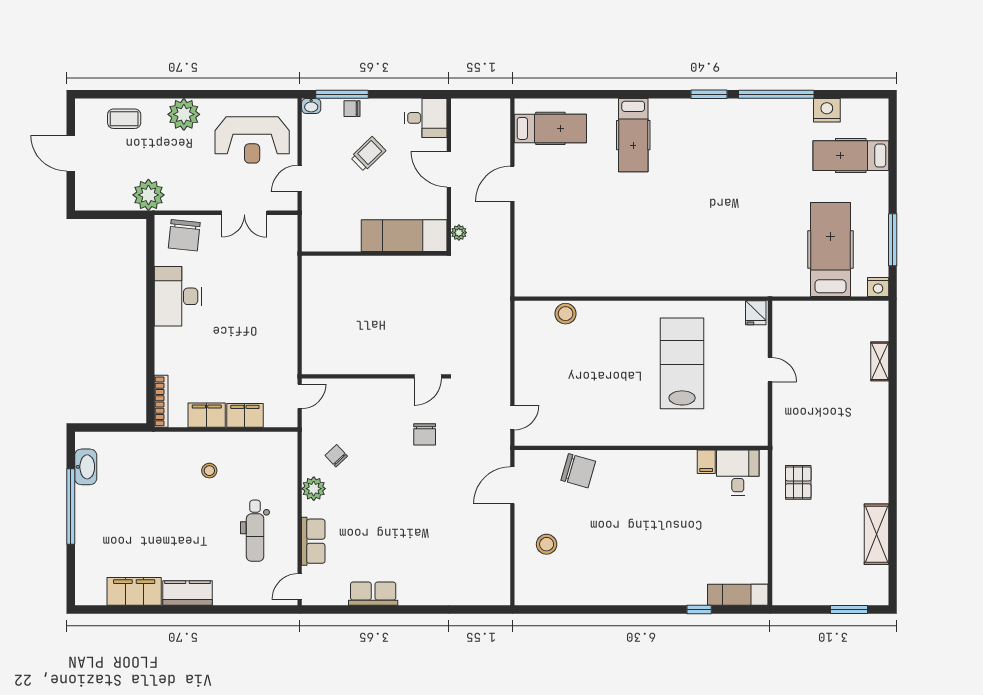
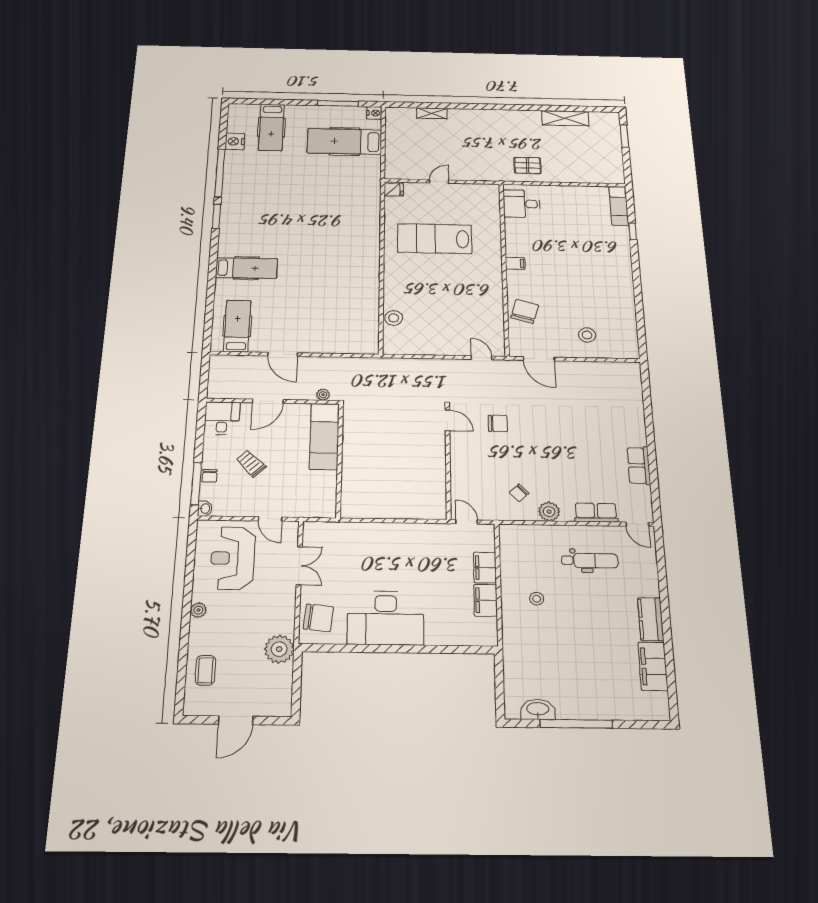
plant: (184, 114) -> (198, 610), width x0.53, depth x0.53
reception desk: (252, 140) -> (233, 558), turned 180
desk: (178, 296) -> (386, 618), width x1.36, depth x1.30
bookcase: (161, 401) -> (474, 640), removed
filing cabinet: (706, 462) -> (515, 263), moved

